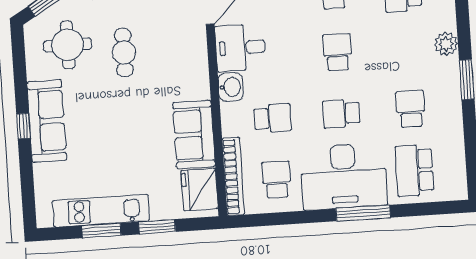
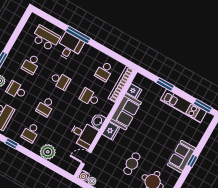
school desk: (406, 48) -> (16, 90), added
fridge: (197, 85) -> (111, 131), added
sofa: (47, 121) -> (181, 157), width x0.73
school desk: (415, 170) -> (46, 38), turned -90
desk: (344, 176) -> (70, 47), width x0.53, depth x0.77
fridge: (200, 190) -> (134, 91), width x0.53, depth x0.75
window: (101, 230) -> (203, 106), moved

